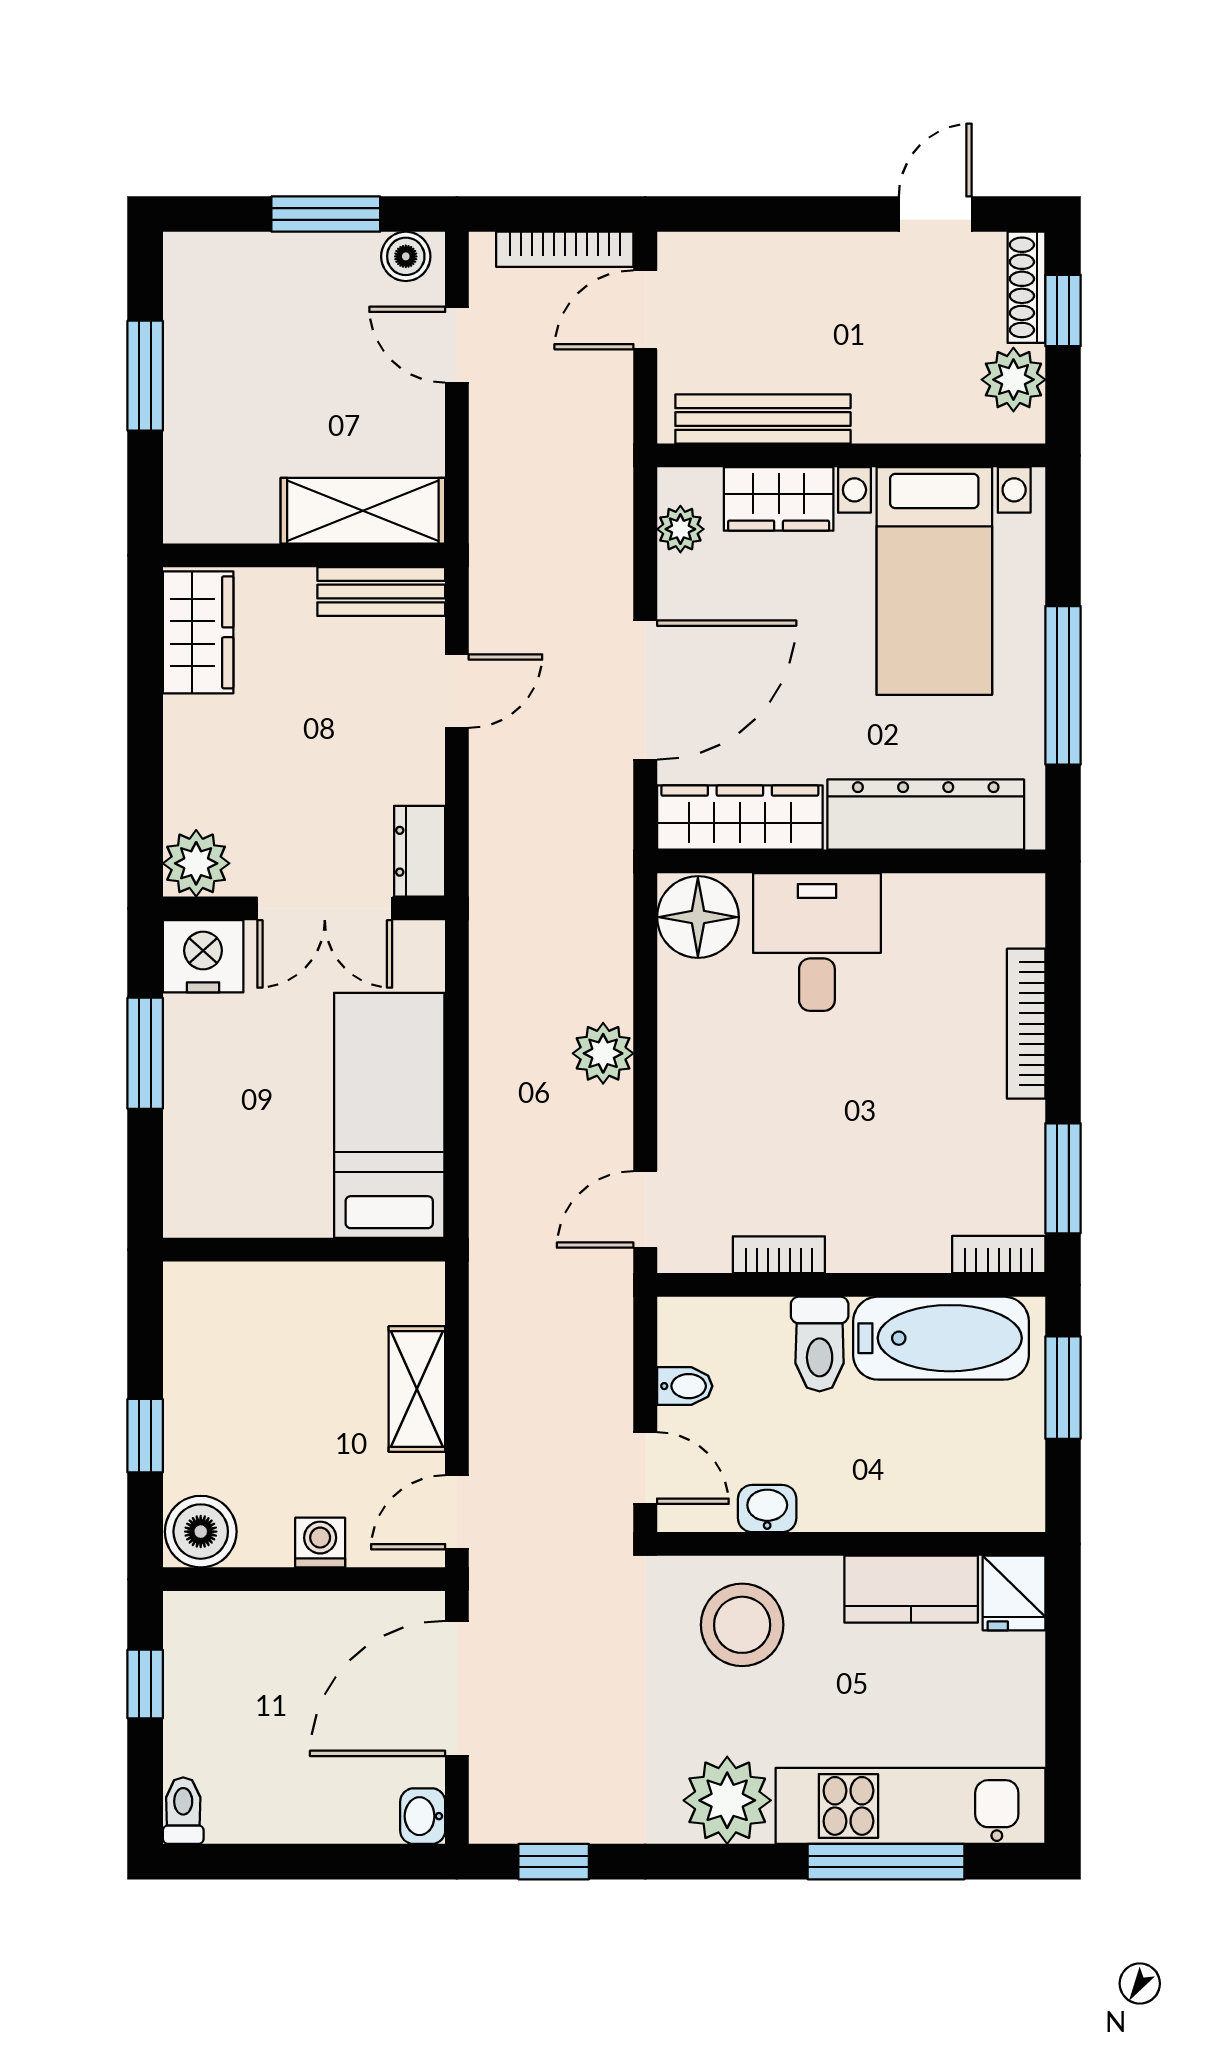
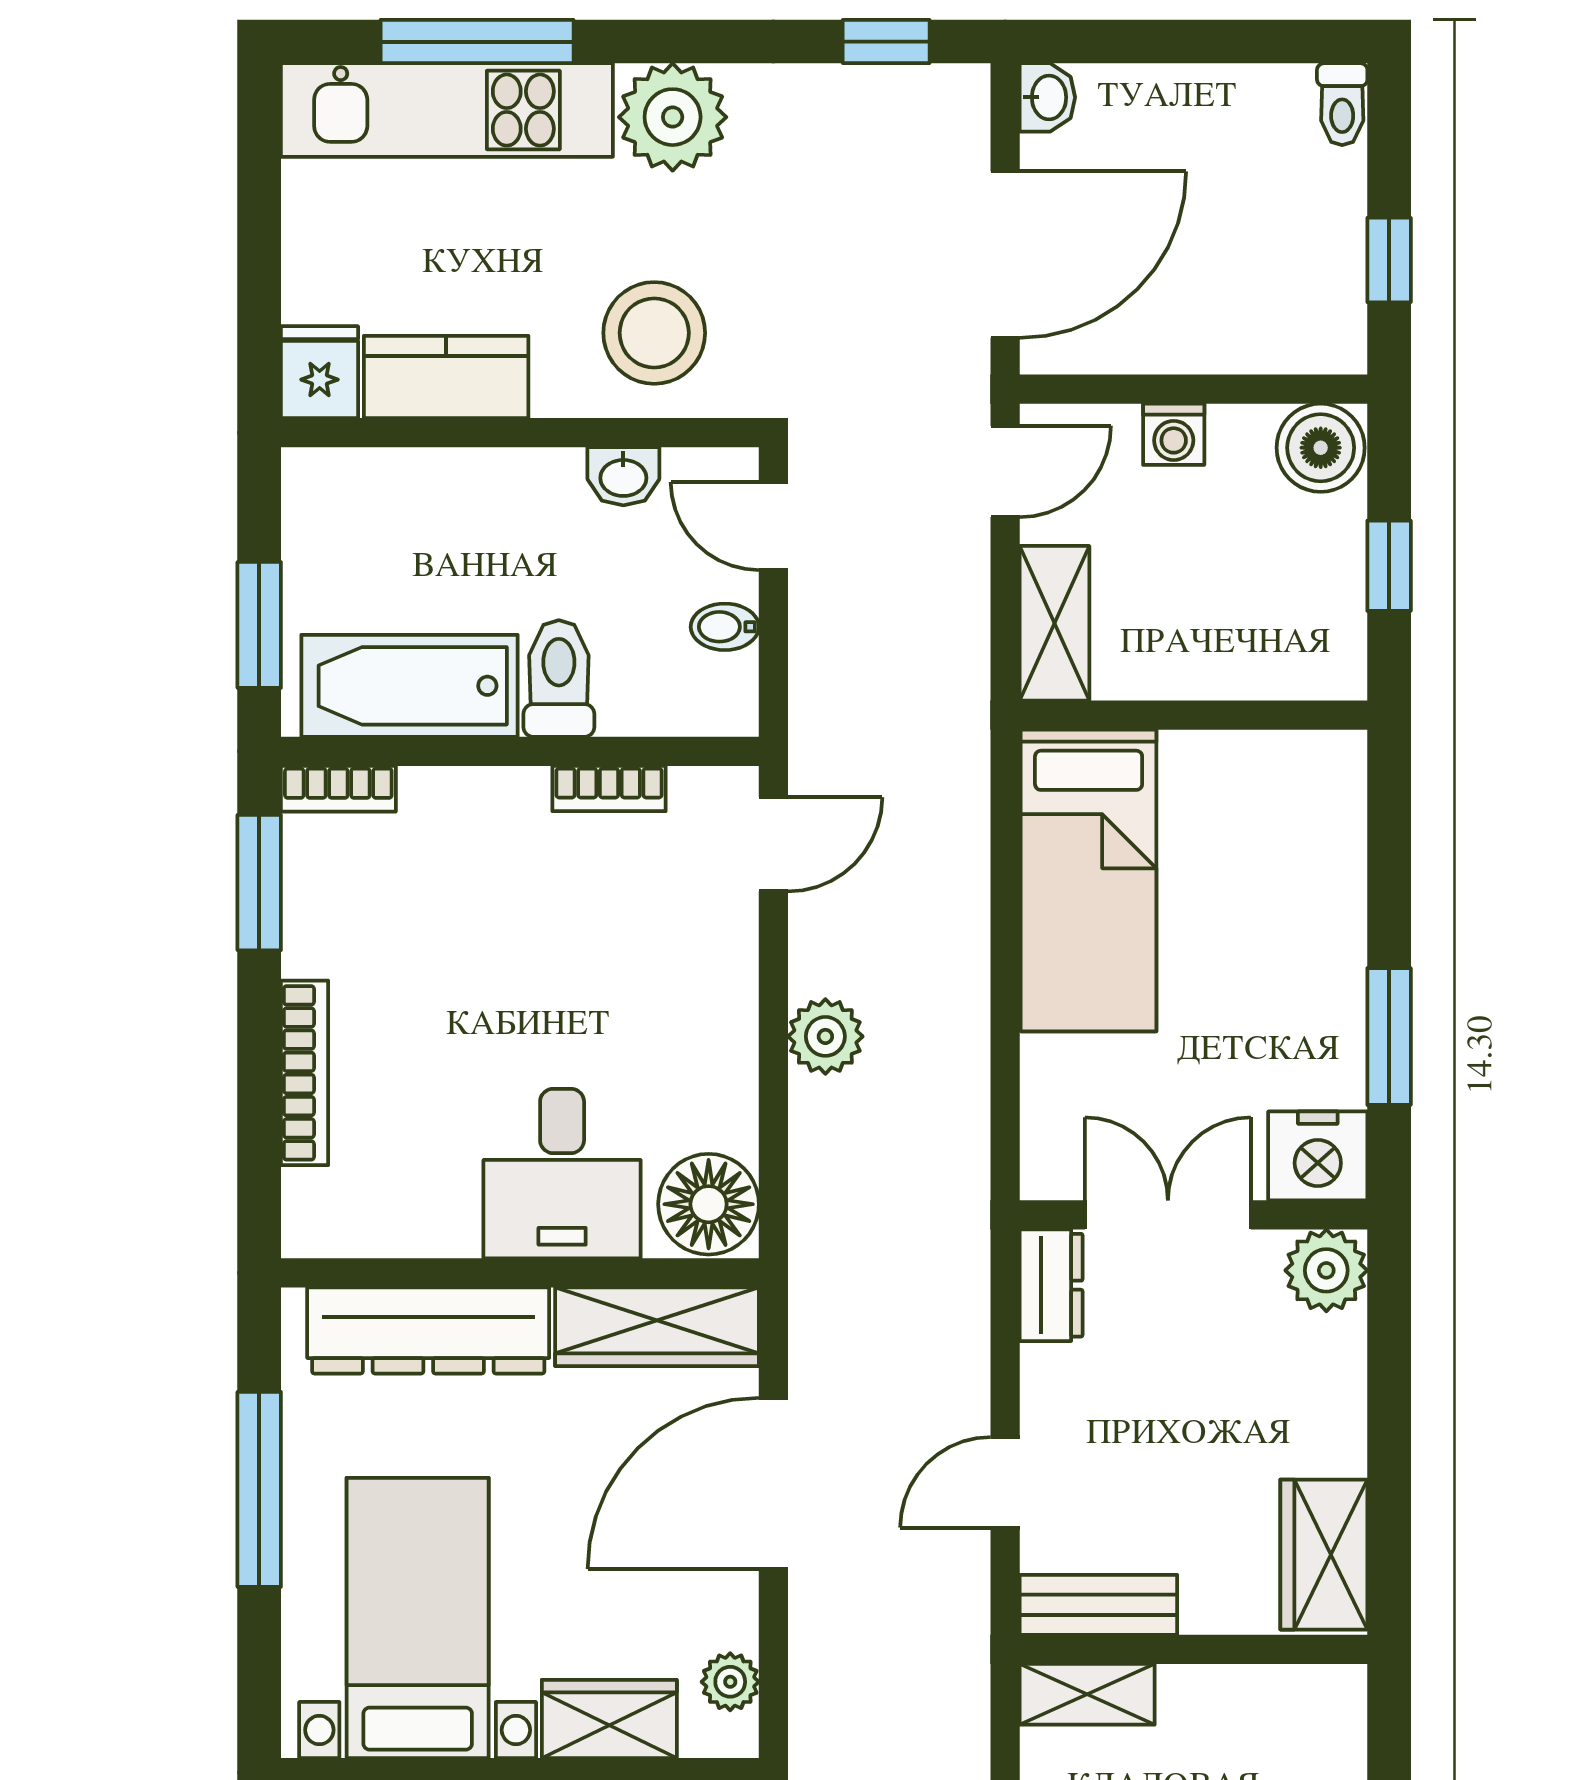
shelving: (363, 511) -> (1087, 1694), width x0.67, depth x0.75
bed: (389, 1115) -> (1089, 880), moved
wall: (304, 1250) -> (1194, 715), moved

